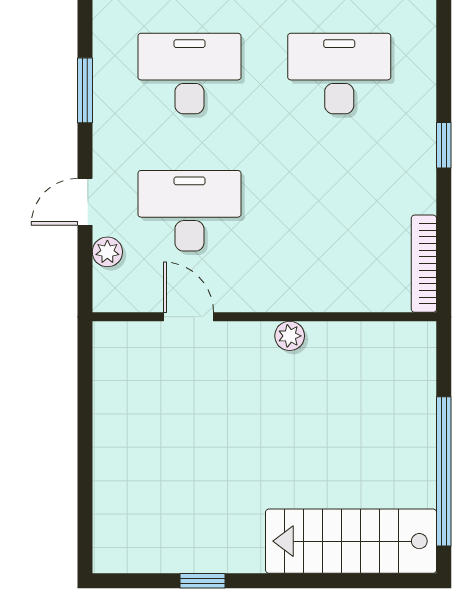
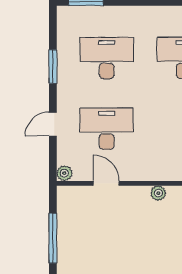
plant: (107, 252) -> (64, 173), moved
window: (85, 423) -> (53, 238), added

